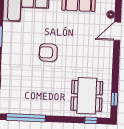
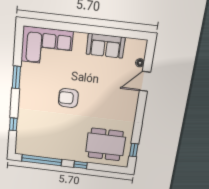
dining table: (87, 96) -> (106, 144), turned 90
window: (91, 120) -> (81, 165), moved

